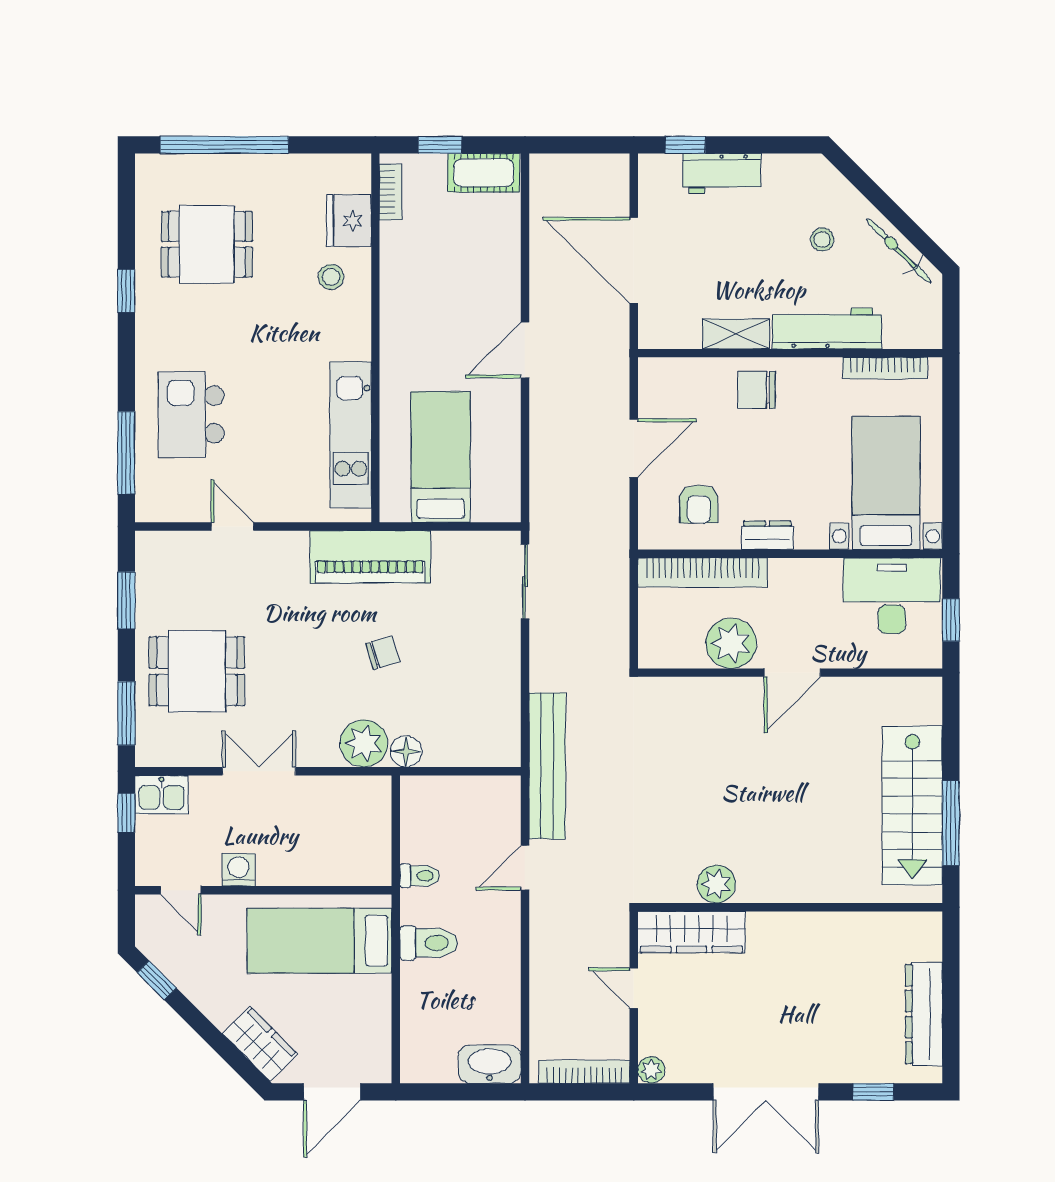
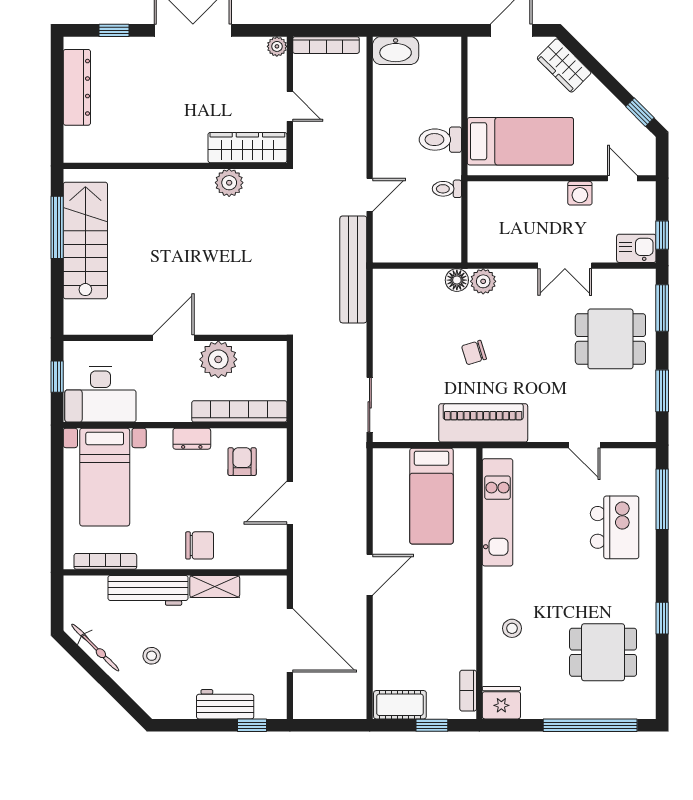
fridge: (349, 221) -> (501, 703), moved, turned -90
plant: (364, 743) -> (483, 281), width x0.73, depth x0.73

